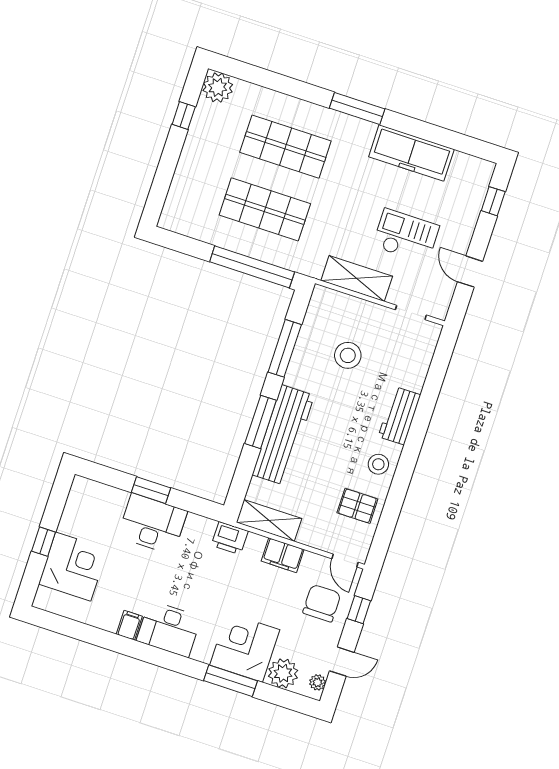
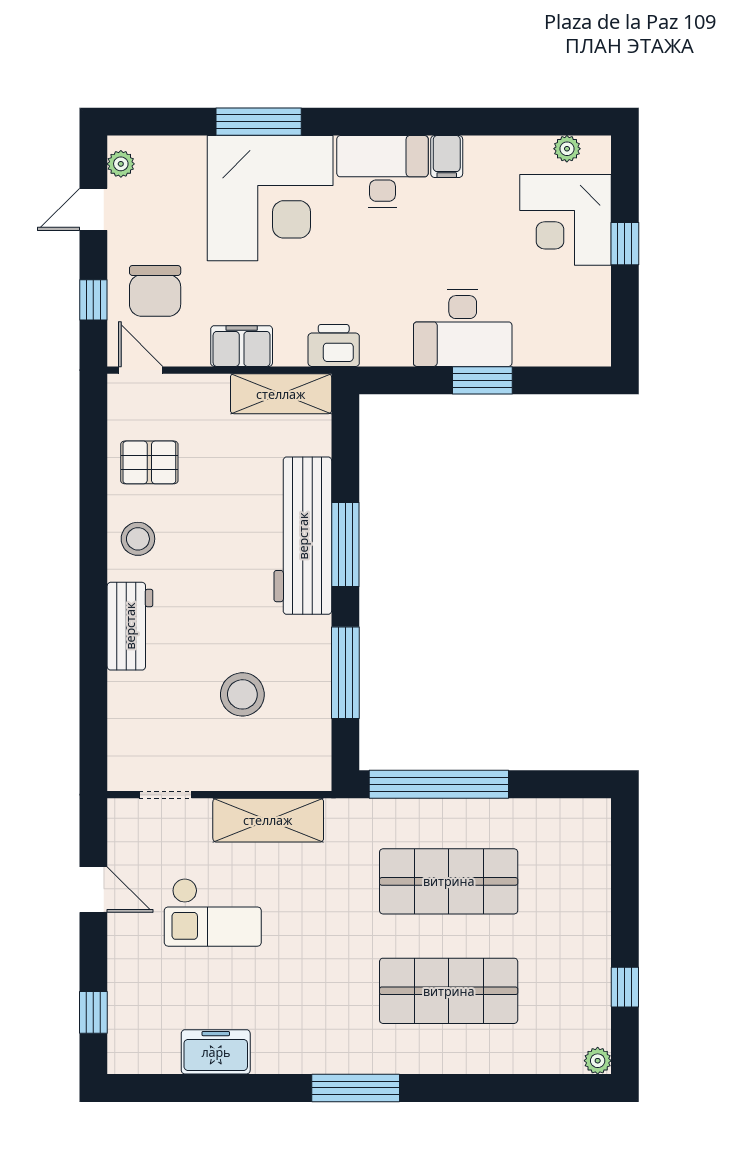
plant: (218, 87) -> (598, 1061), width x0.53, depth x0.53
freezer: (411, 153) -> (216, 1052), width x0.52, depth x0.79
corner desk: (245, 647) -> (270, 198), width x1.36, depth x1.36
plant: (283, 673) -> (567, 149), moved, width x0.53, depth x0.53

